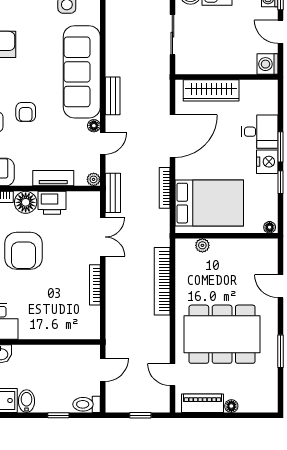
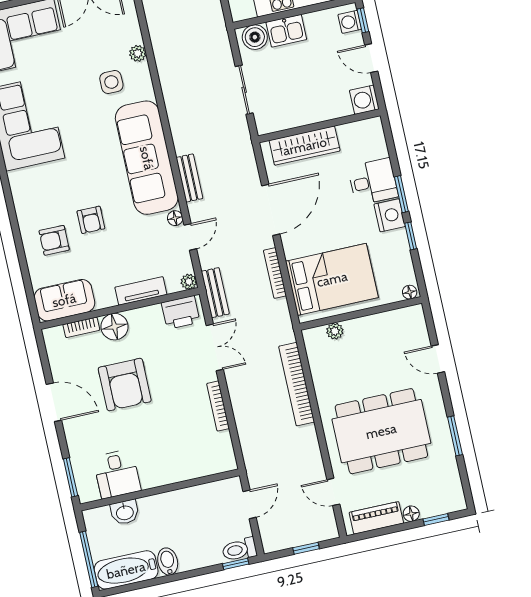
printer: (52, 203) -> (181, 312), moved
window: (58, 415) -> (236, 564), moved
window: (250, 415) -> (436, 519), added

